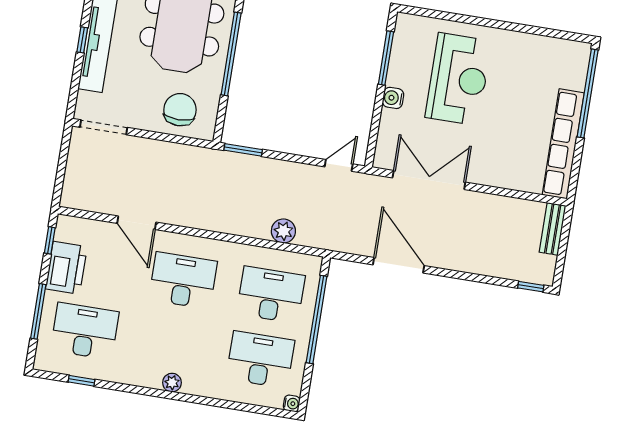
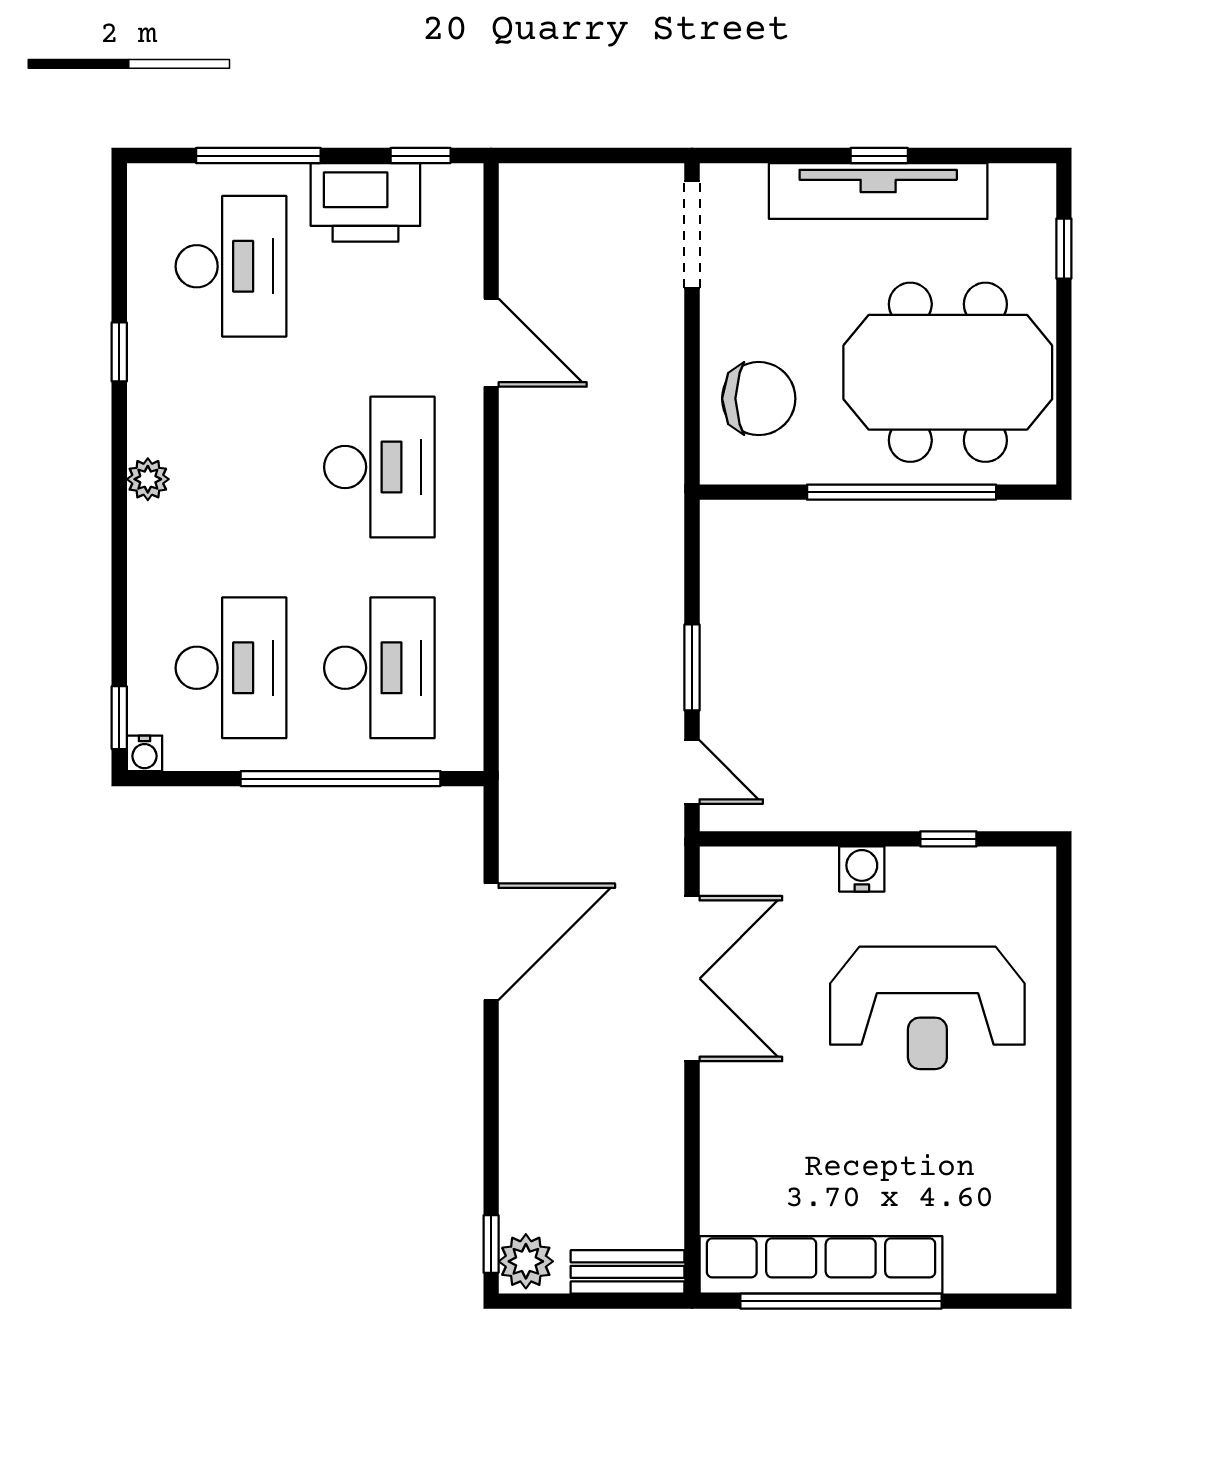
window: (386, 58) -> (948, 839), width x0.46
window: (588, 93) -> (841, 1301), moved
window: (243, 150) -> (692, 667), moved
door: (137, 223) -> (491, 343), swing flipped
plant: (283, 231) -> (526, 1261), moved
window: (81, 381) -> (119, 352), moved
window: (274, 412) -> (119, 718), added

